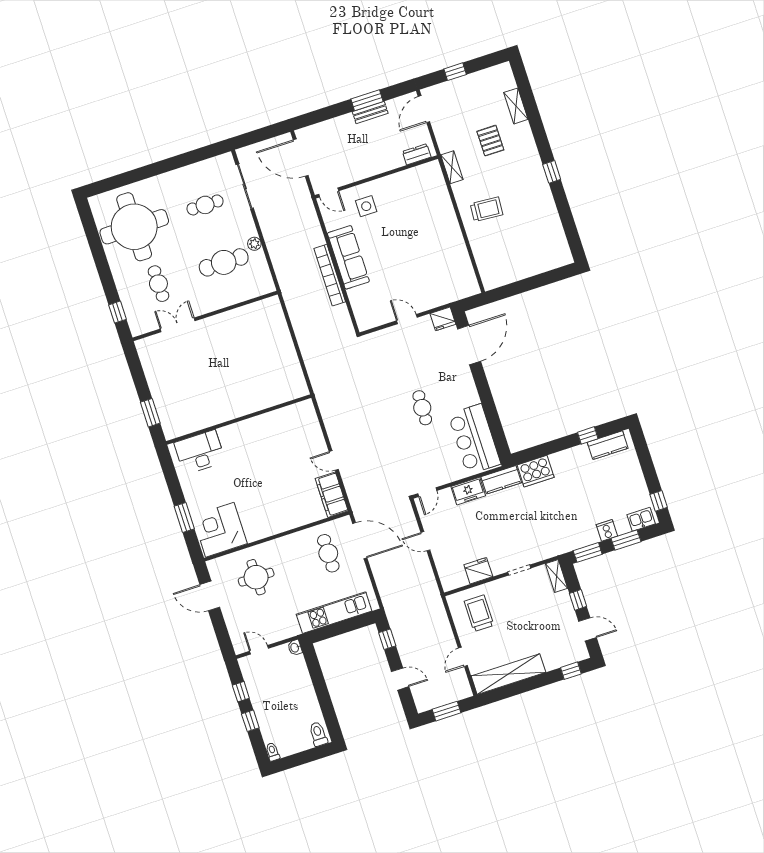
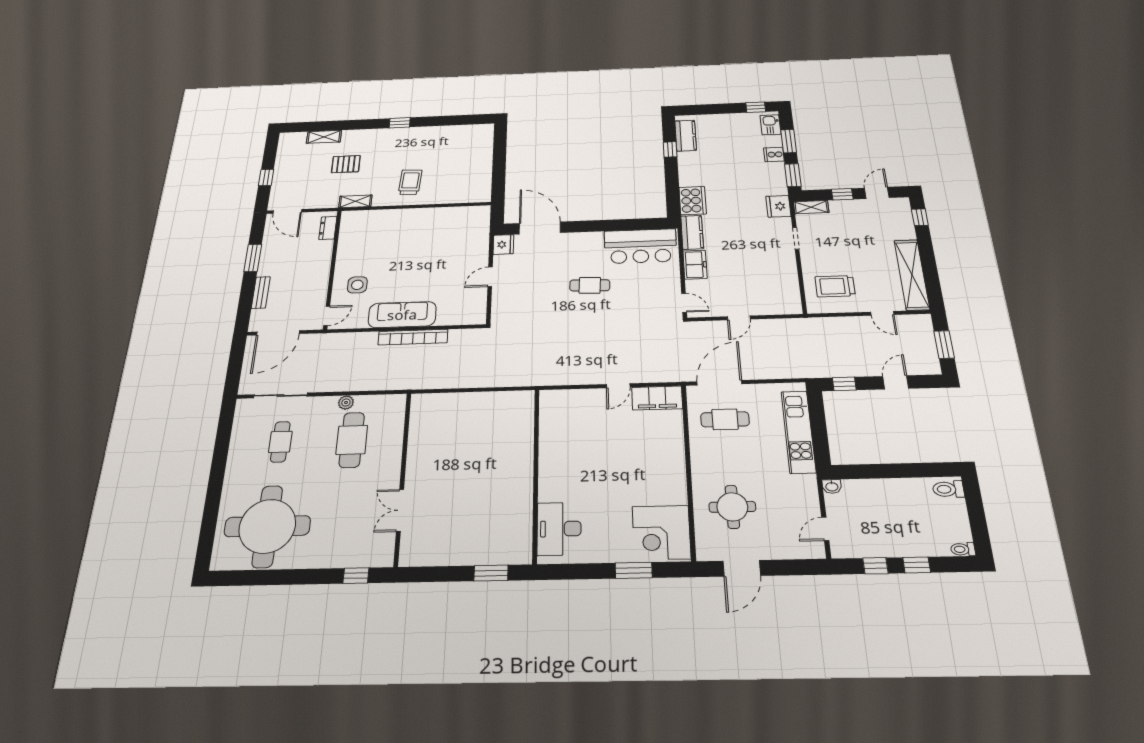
bench: (370, 113) -> (261, 292), moved
cafe table: (158, 284) -> (344, 518), removed
fridge: (478, 571) -> (778, 206), moved

